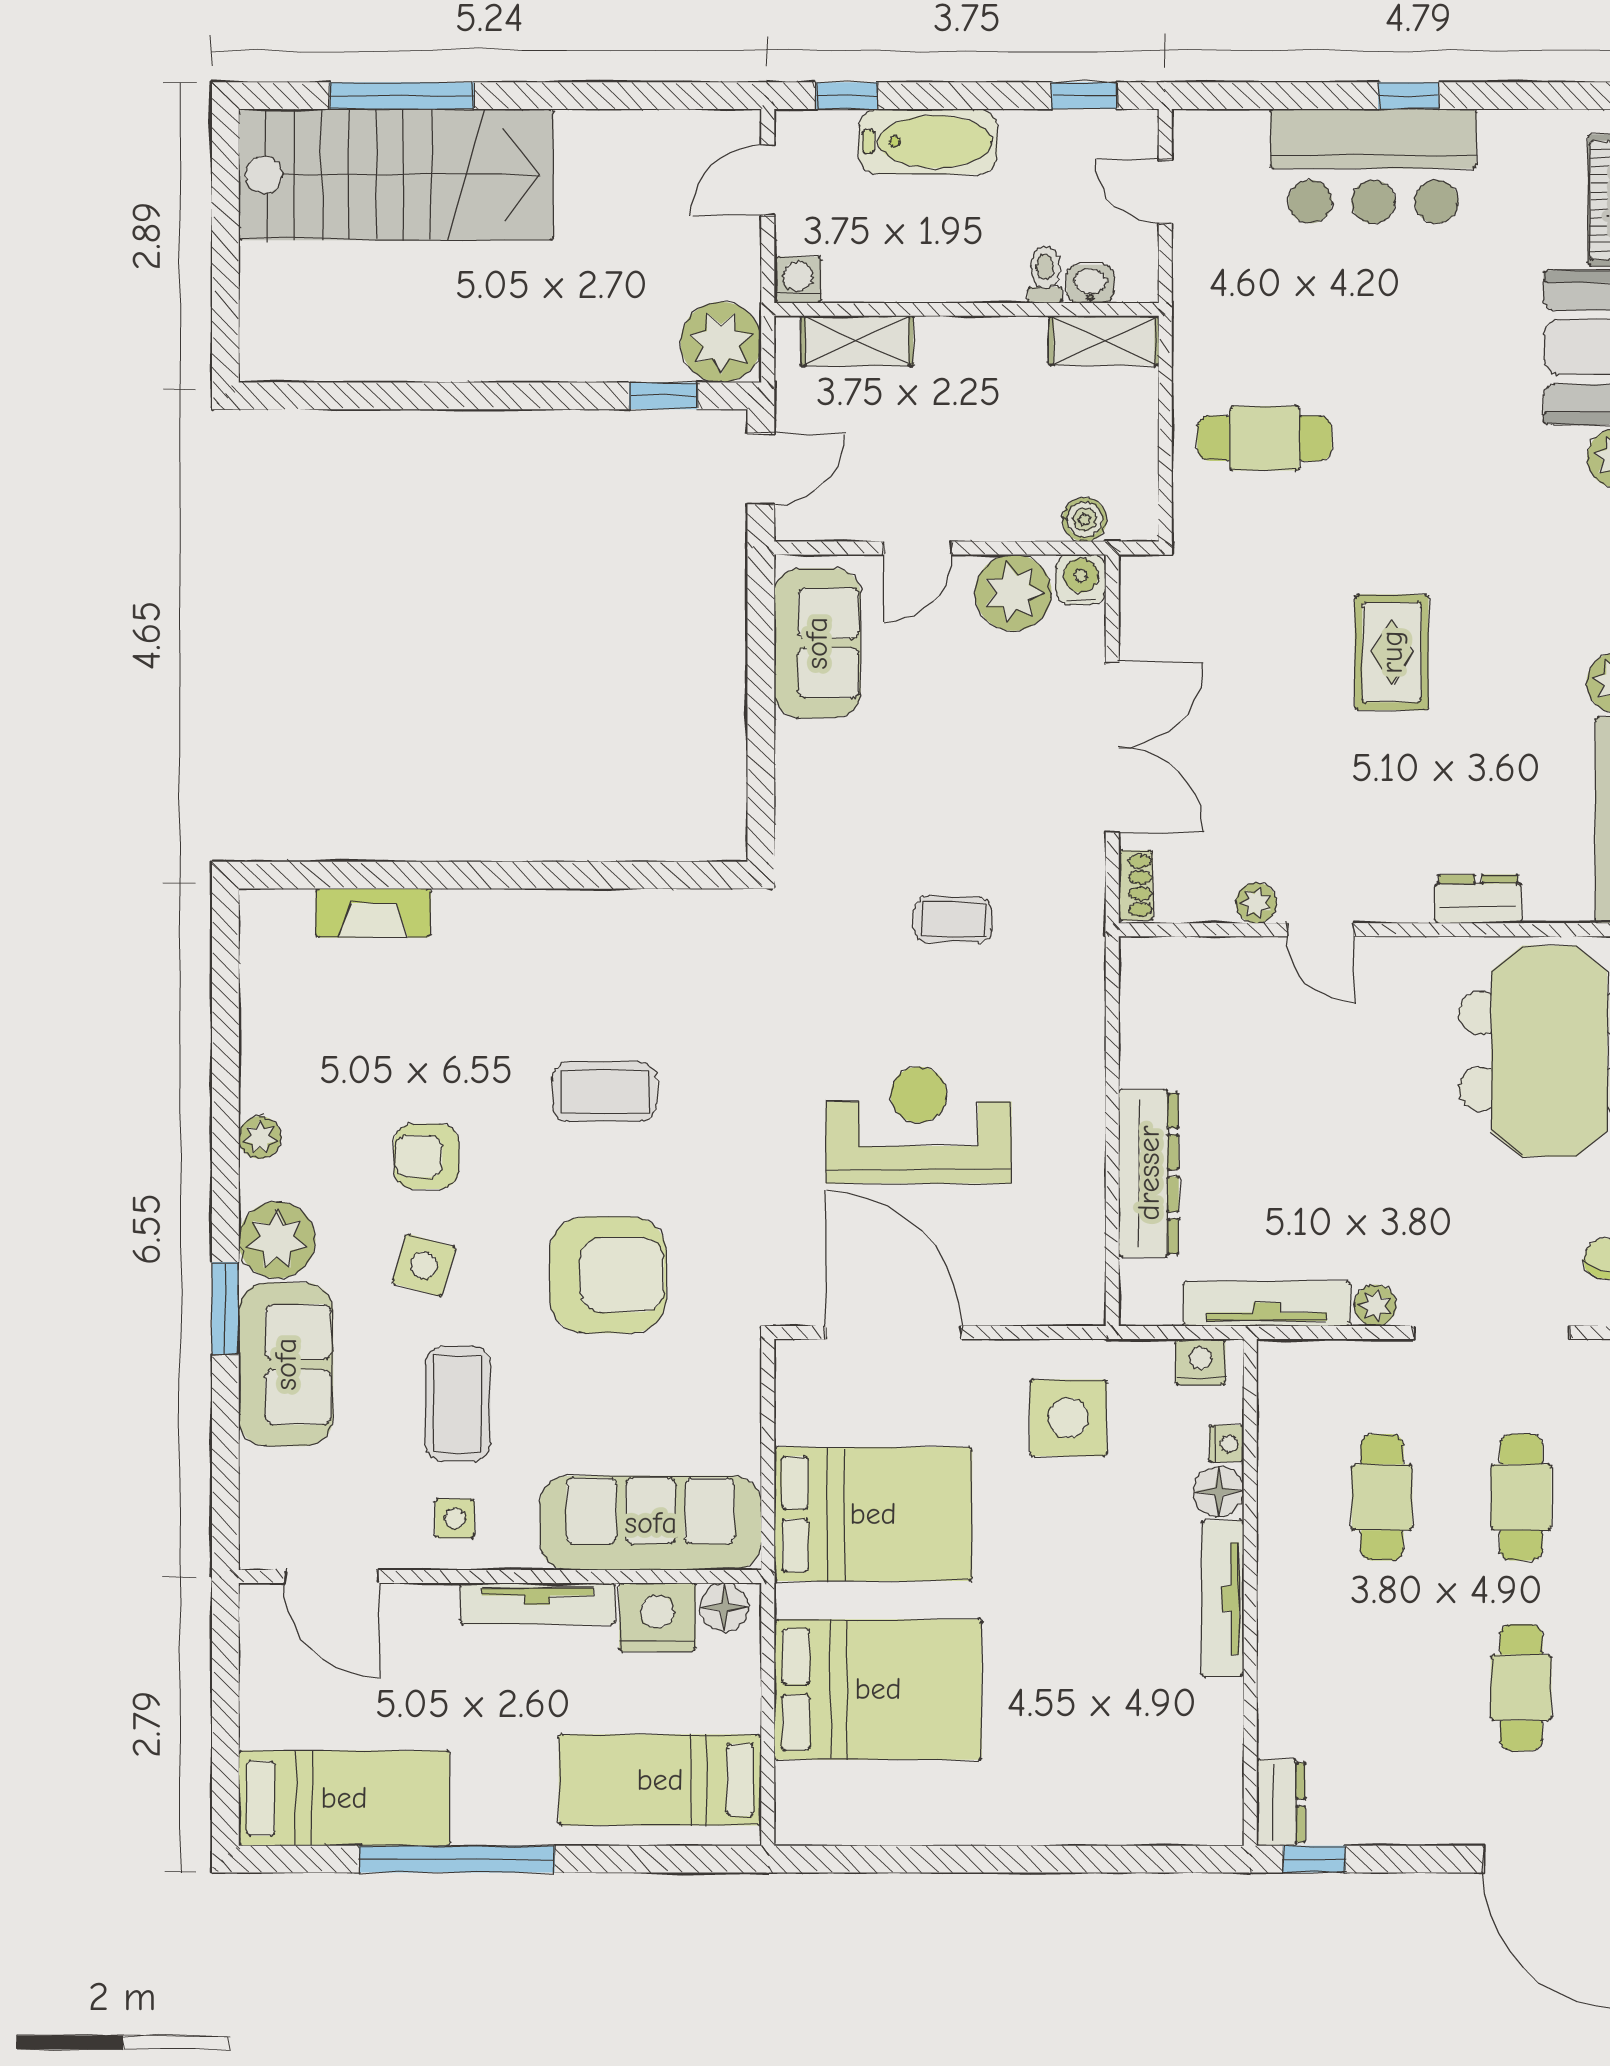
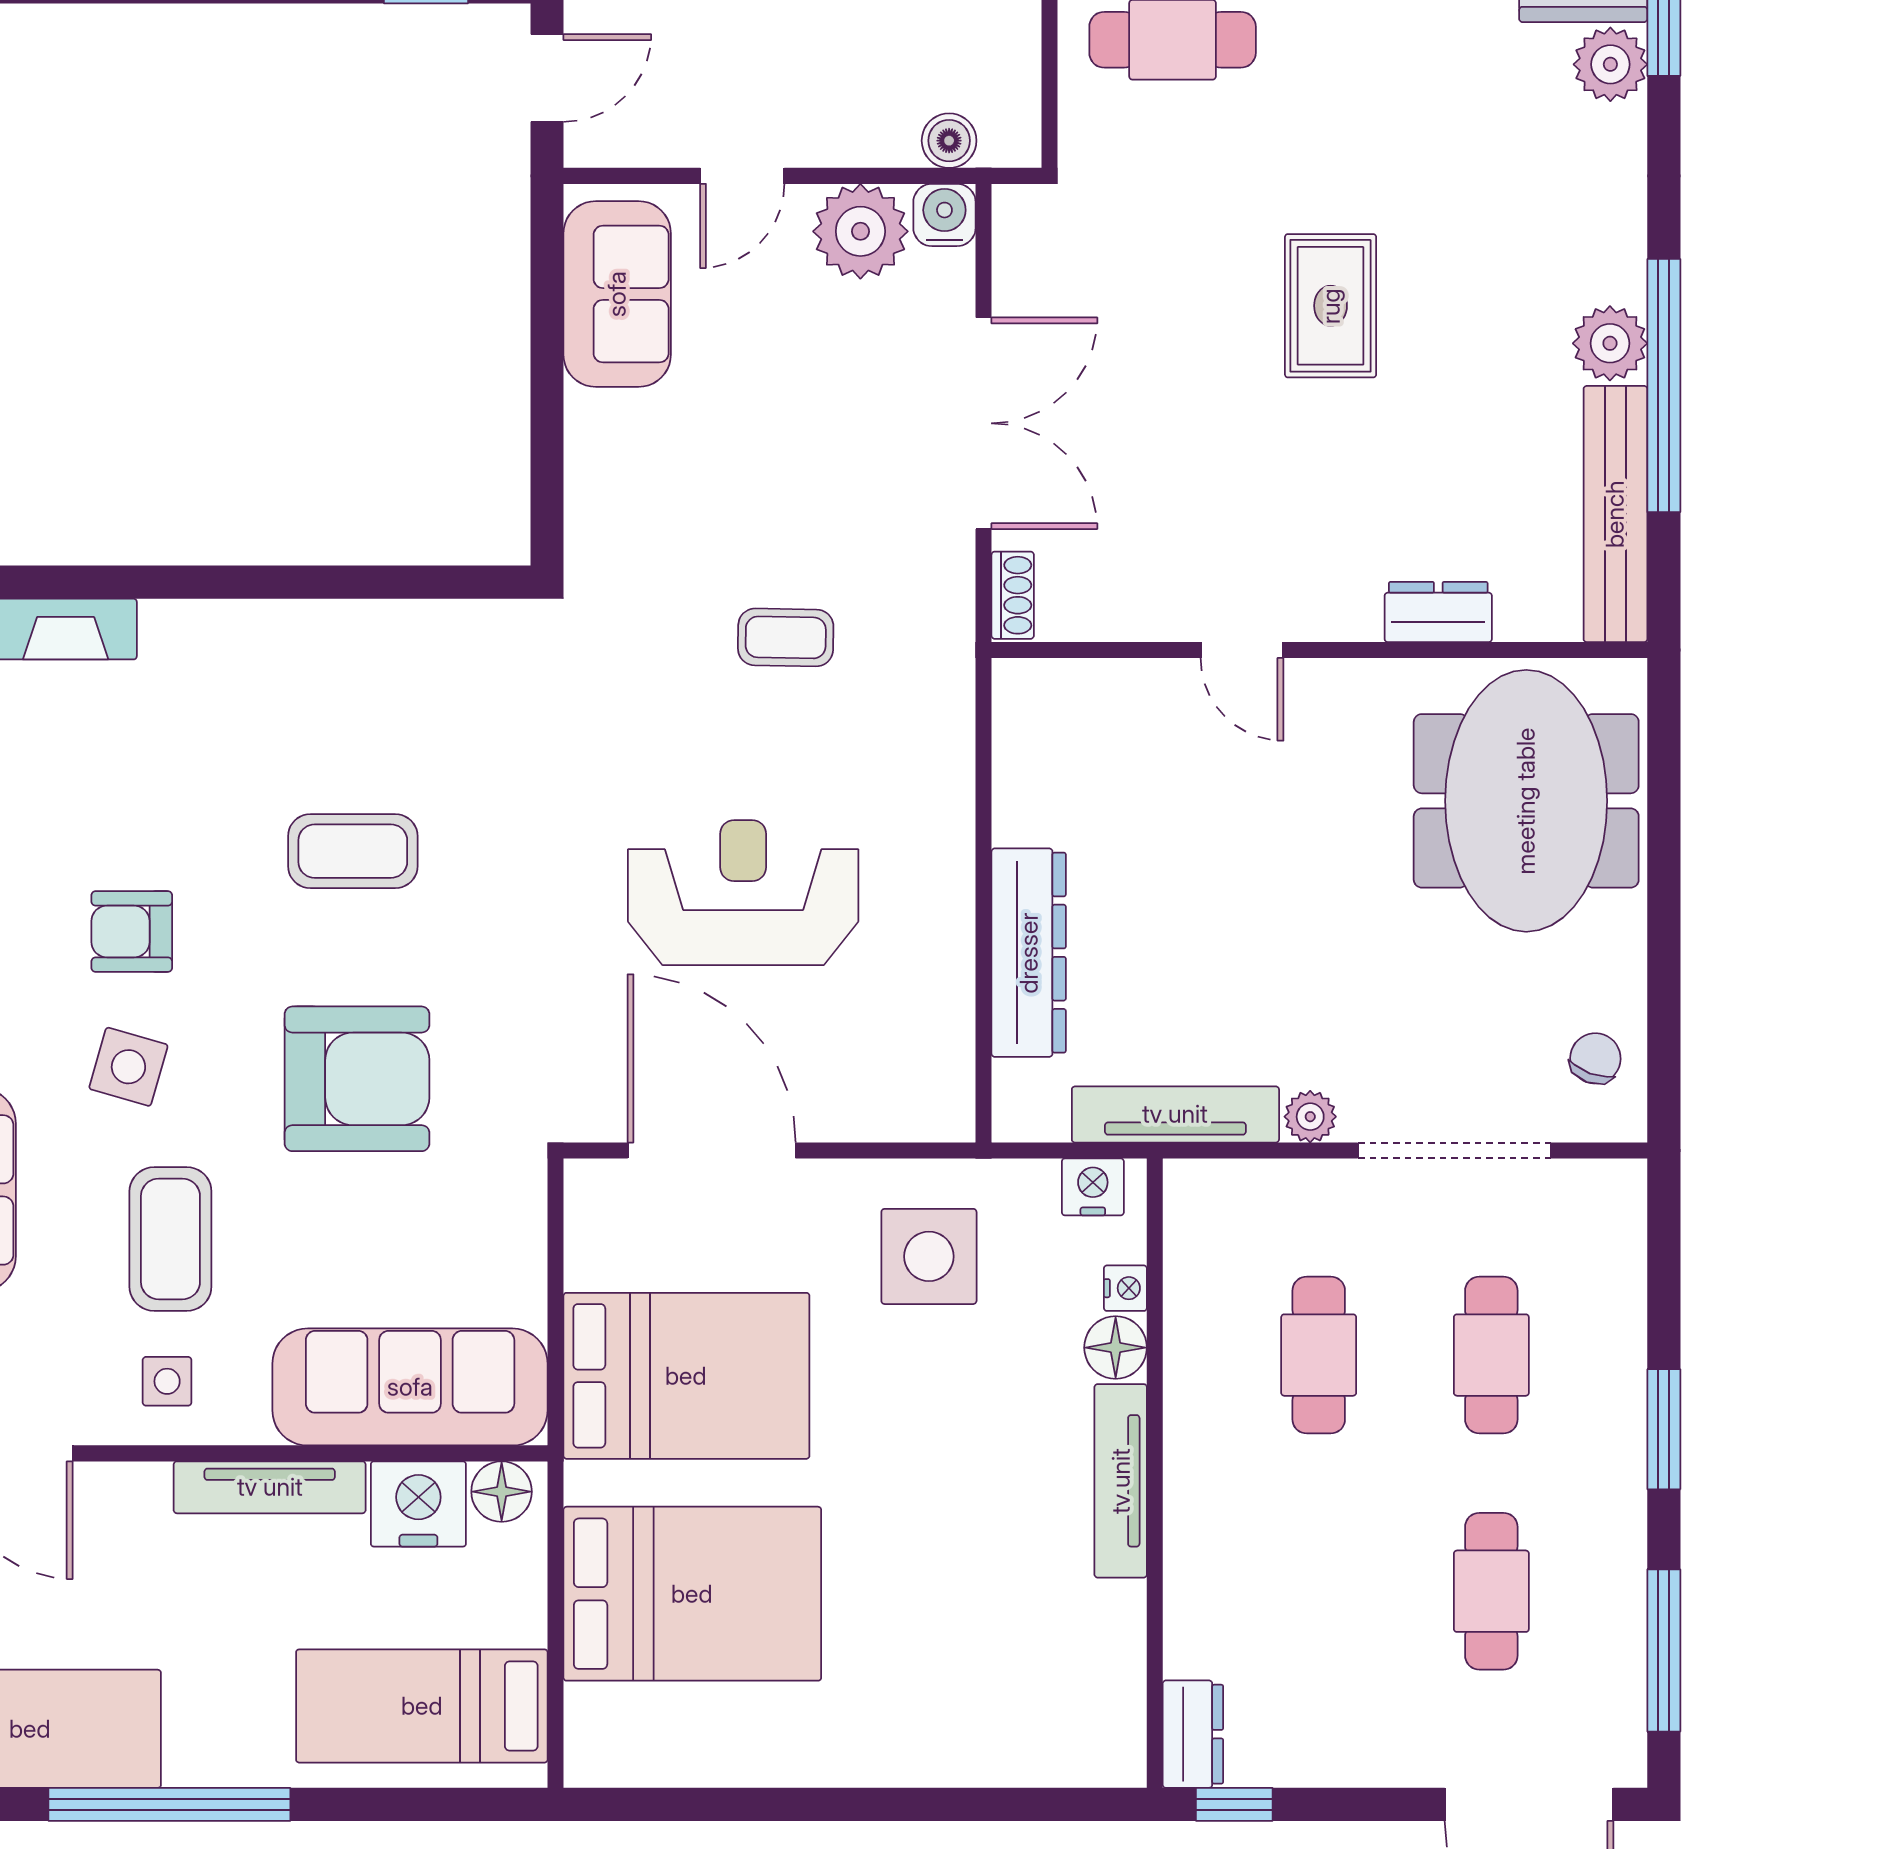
plant: (1256, 903) -> (1162, 617), removed

